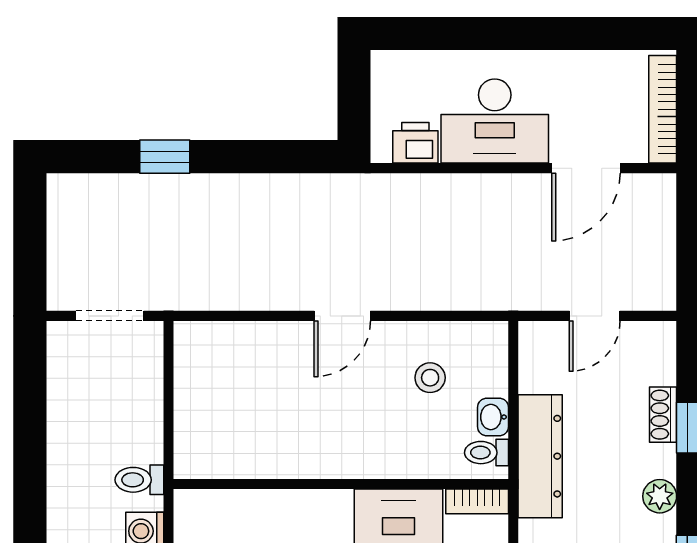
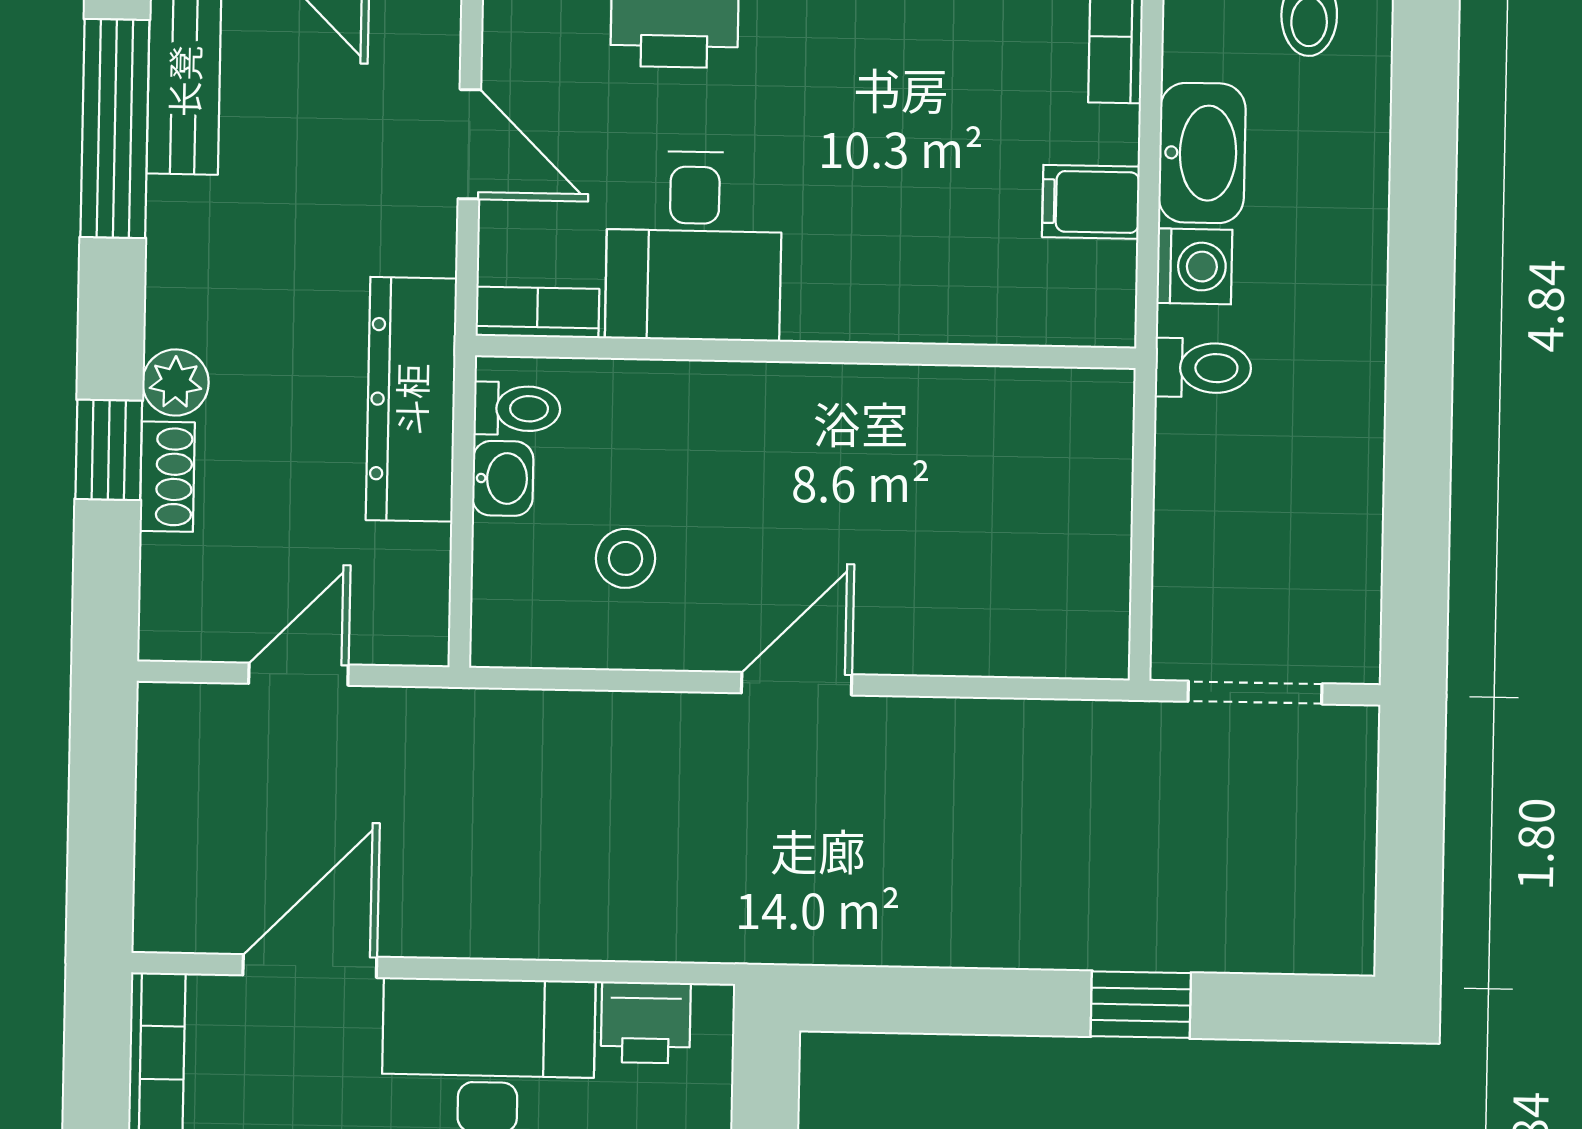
plant: (660, 496) -> (176, 382), moved

